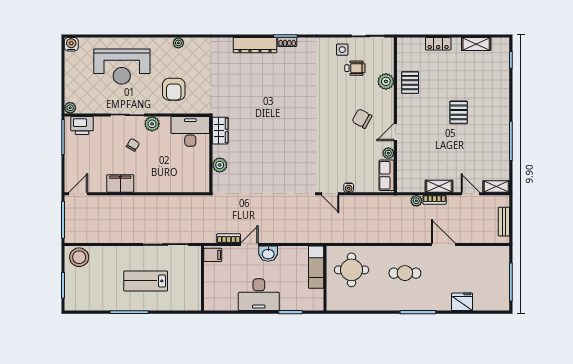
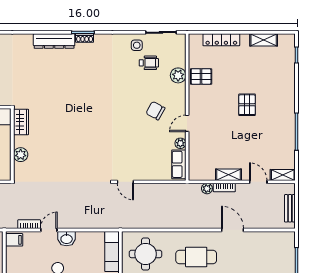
locker: (438, 44) -> (221, 40), width x1.53
pallet: (410, 83) -> (201, 76), turned 90
water cooler: (349, 188) -> (143, 176), removed
cafe table: (405, 273) -> (196, 257), width x1.37, depth x1.35

